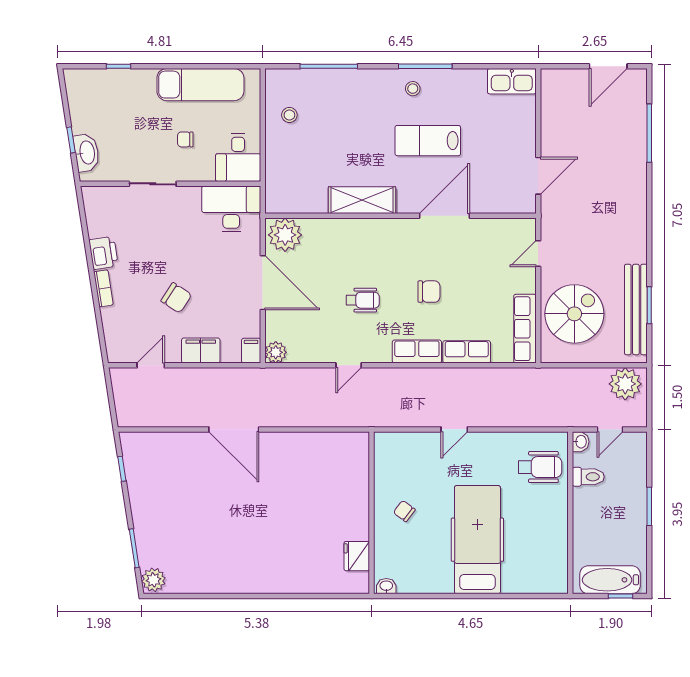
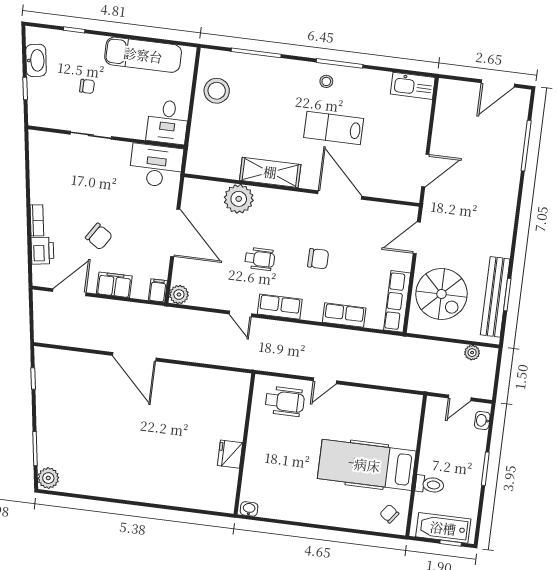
stool: (289, 115) -> (217, 91), width x1.89, depth x1.89
chair: (185, 139) -> (87, 86), moved, turned 180
washbasin: (87, 153) -> (36, 60), moved
door: (444, 216) -> (340, 195), hinge flipped
plant: (285, 235) -> (239, 199), moved
printer: (103, 253) -> (42, 251), moved
door: (538, 254) -> (417, 238), width x1.38
spiral stairs: (574, 314) -> (441, 294), turned 90
row of seats: (417, 352) -> (280, 307), moved
door: (151, 365) -> (69, 292), width x1.38
door: (349, 365) -> (240, 314), hinge flipped
plant: (625, 384) -> (472, 353), width x0.53, depth x0.53
washbasin: (581, 442) -> (482, 420), moved, turned 180
wheelchair: (540, 467) -> (285, 401), moved
toilet: (588, 477) -> (430, 484), moved
chair: (404, 511) -> (389, 514), moved
hospital bed: (477, 540) -> (367, 465), moved, turned -90
fridge: (357, 556) -> (230, 454), moved

